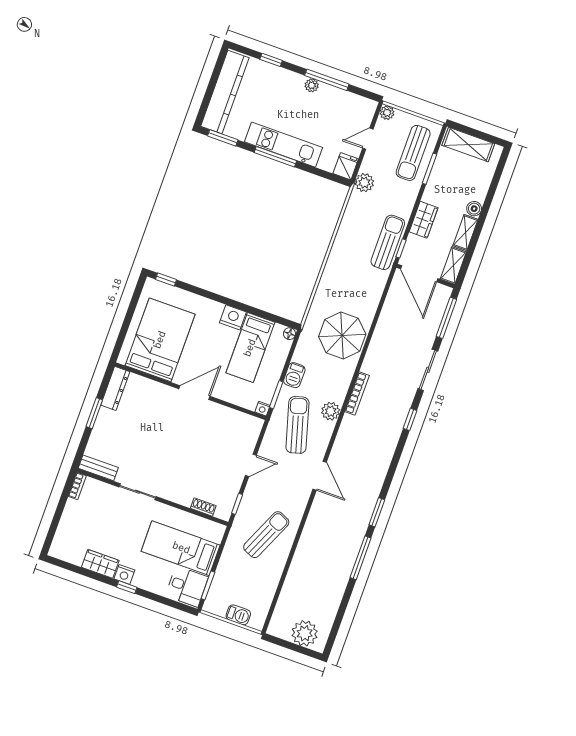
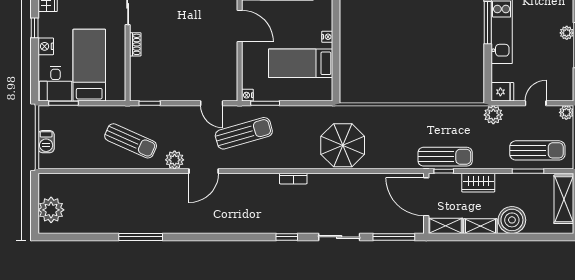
door: (368, 139) -> (536, 103), hinge flipped
sun lounger: (413, 153) -> (537, 150), turned 180
boiler: (474, 209) -> (512, 220), width x1.86, depth x1.86
door: (419, 274) -> (426, 197), hinge flipped
nightstand: (233, 317) -> (327, 37), width x0.53, depth x0.56
floor lamp: (289, 334) -> (327, 95), removed
barbecue: (294, 375) -> (289, 114), removed
bookcase: (357, 393) -> (293, 179), width x0.64
plant: (331, 411) -> (175, 160), moved
door: (251, 465) -> (212, 103), moved
shoe rack: (203, 507) -> (135, 44), moved
window: (377, 512) -> (189, 237), removed
nightstand: (124, 574) -> (46, 46), moved

